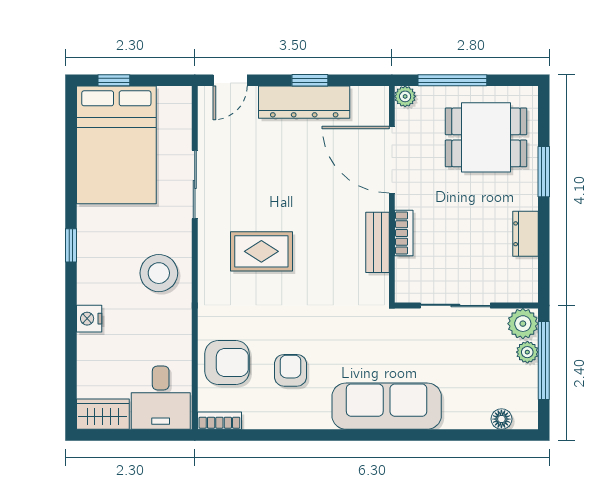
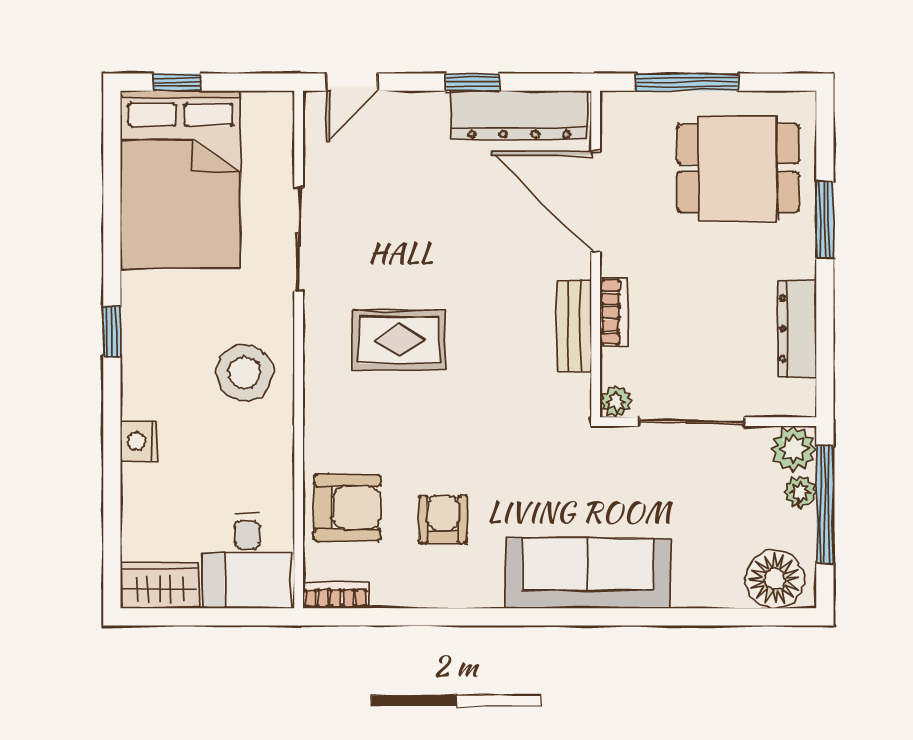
plant: (405, 96) -> (616, 402), moved
dresser: (304, 102) -> (519, 115), moved
dresser: (525, 234) -> (797, 328), width x1.44
floor lamp: (501, 419) -> (775, 579), width x1.89, depth x1.89

